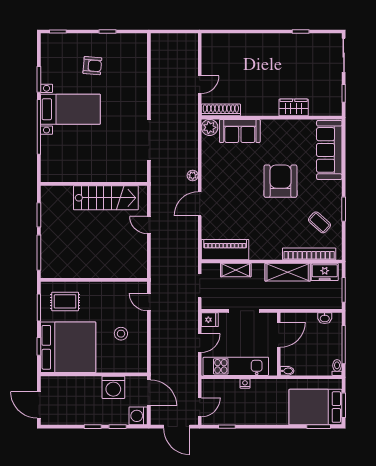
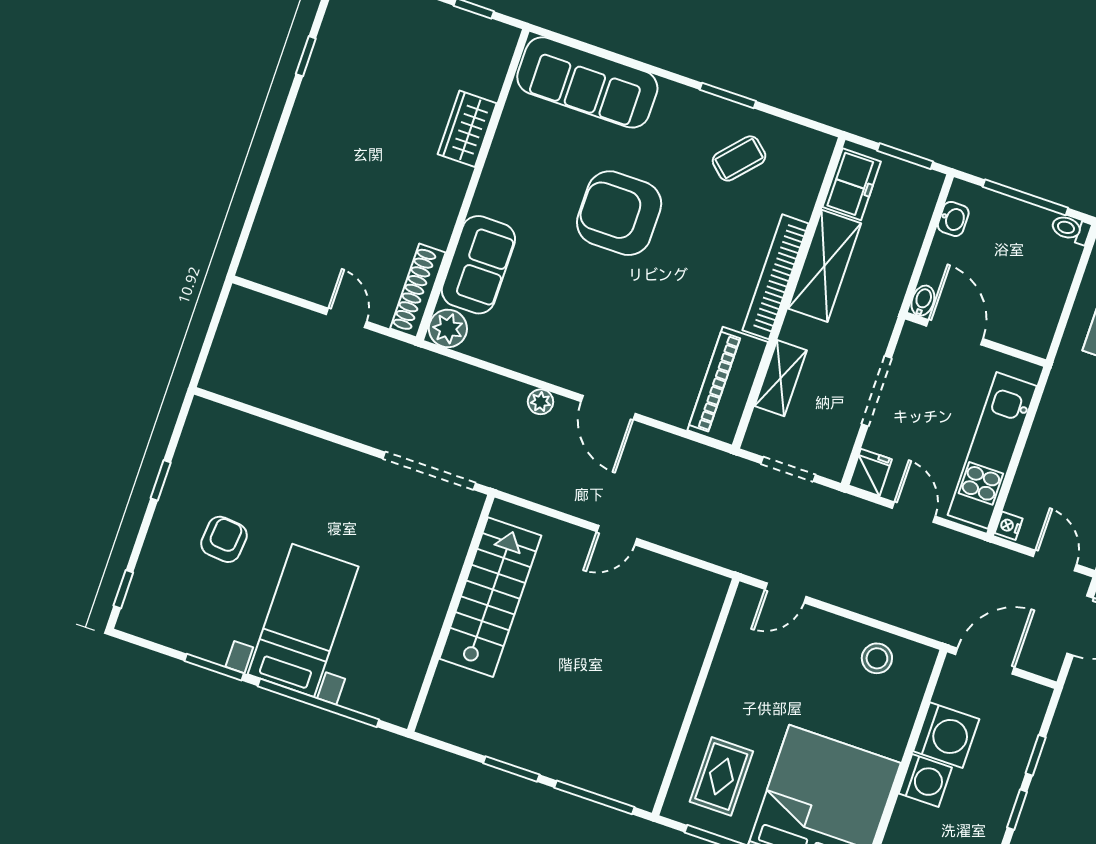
wall: (94, 184) -> (451, 613), moved
stairs: (106, 198) -> (490, 597), moved
bookcase: (309, 254) -> (776, 277), moved
stool: (121, 334) -> (877, 658), moved
bidet: (287, 371) -> (923, 301), moved
nightstand: (245, 384) -> (1009, 526), moved
washing machine: (138, 416) -> (925, 780), moved, turned -90

